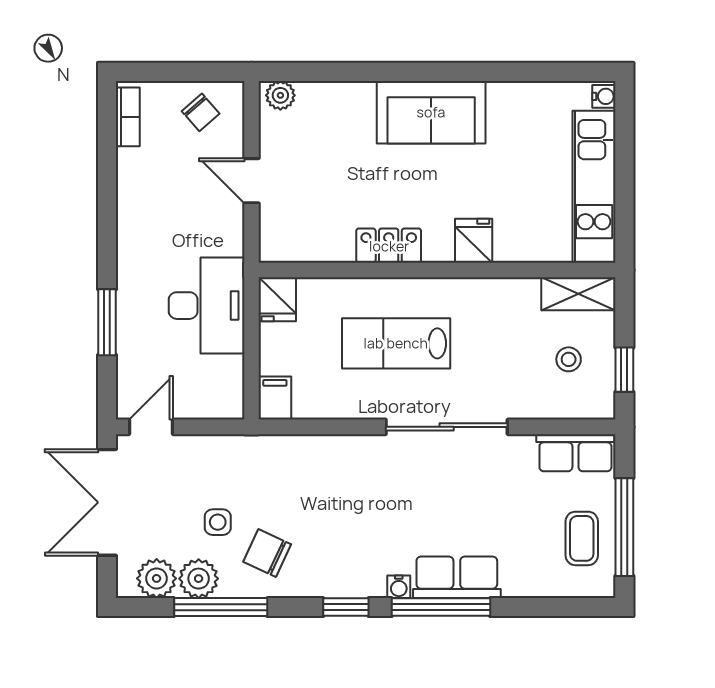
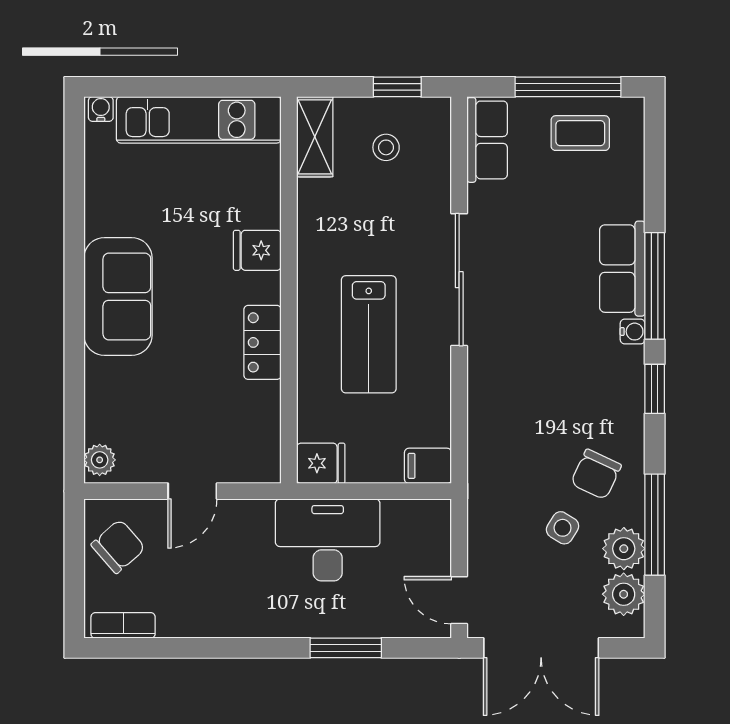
chair: (201, 112) -> (118, 546), width x1.37, depth x1.37
side table: (218, 522) -> (563, 528), turned 32

